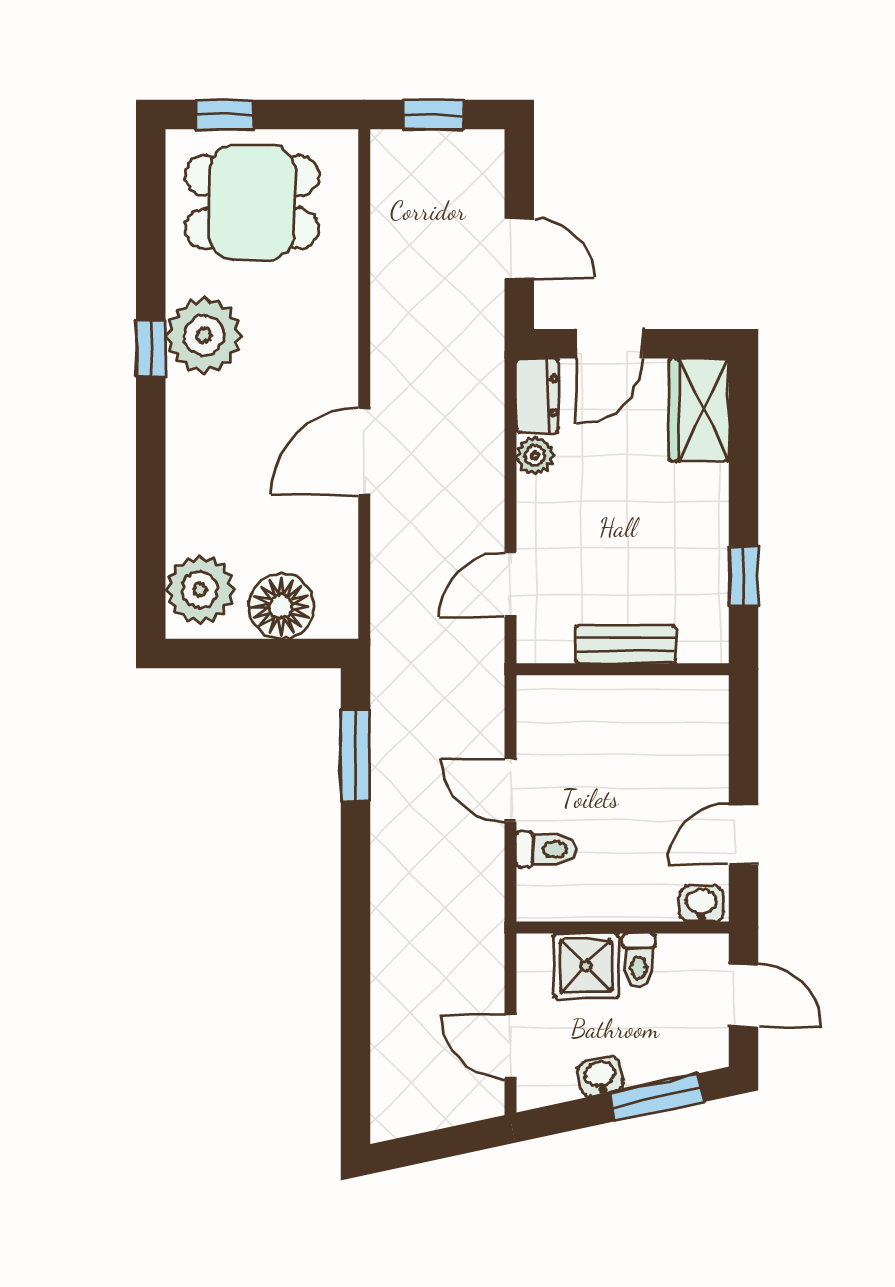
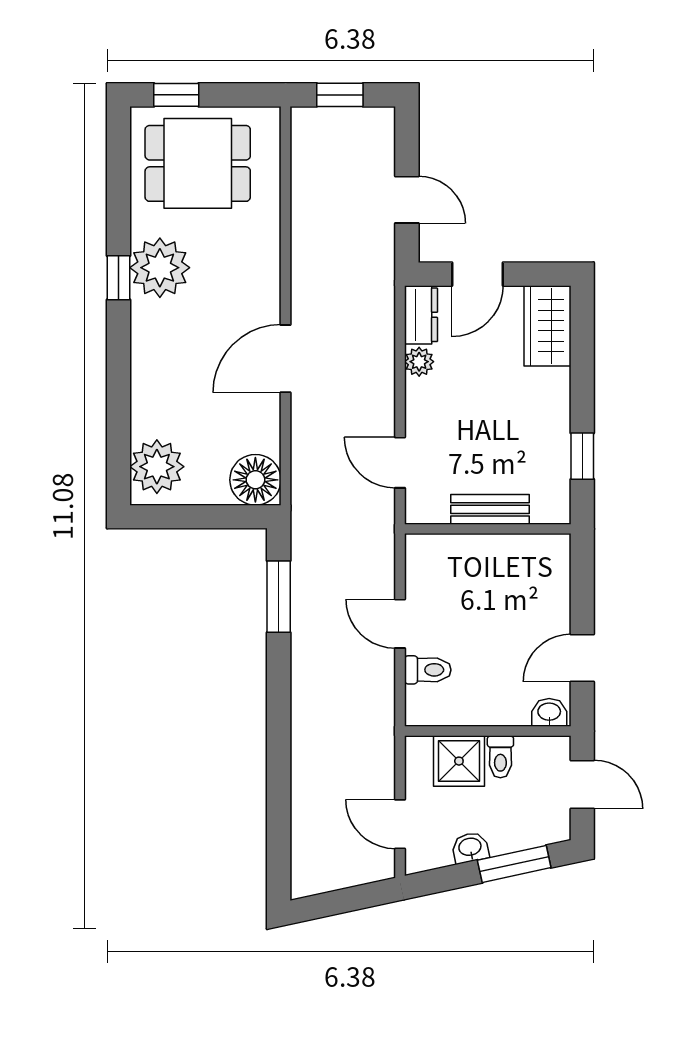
door: (510, 584) -> (400, 463), hinge flipped
floor lamp: (281, 606) -> (255, 480), moved

